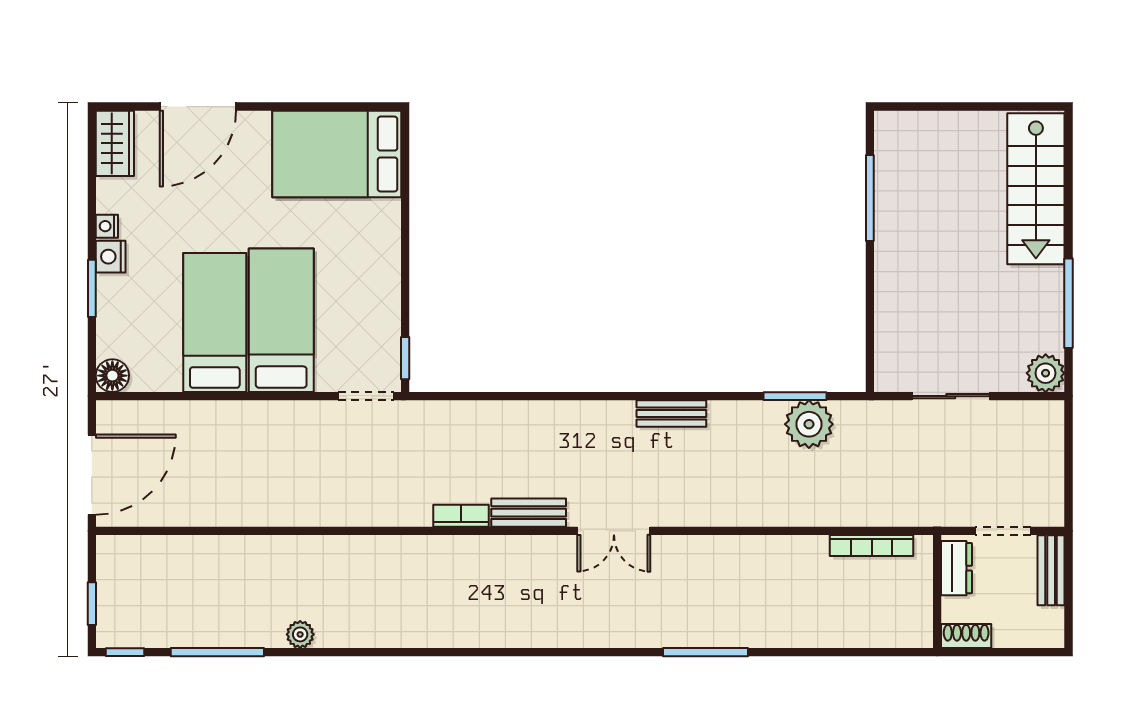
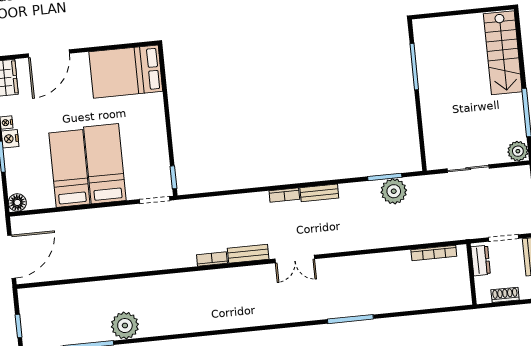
bookcase: (606, 411) -> (284, 195), added
plant: (300, 634) -> (125, 326), width x1.88, depth x1.88
shoe rack: (966, 636) -> (505, 295), moved

